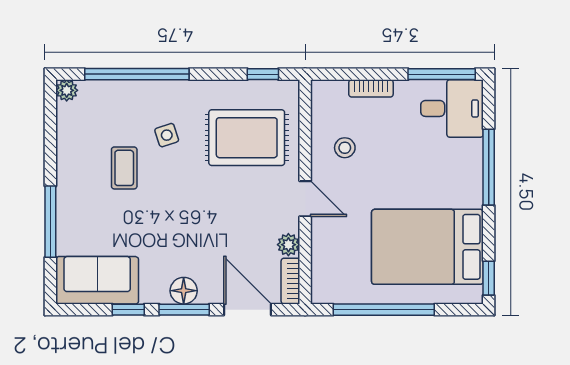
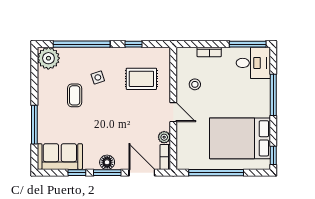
window: (263, 74) -> (134, 44), moved
plant: (67, 90) -> (48, 58), width x1.87, depth x1.87
rug: (247, 138) -> (141, 79), width x0.73, depth x0.70

